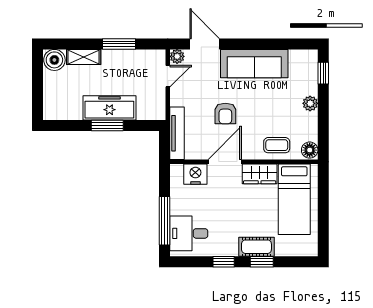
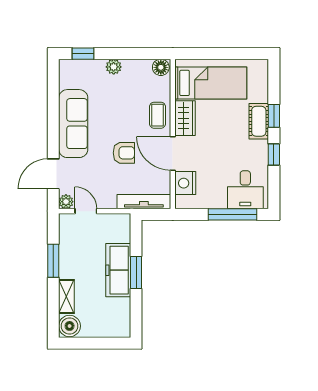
coffee table: (277, 145) -> (158, 115), moved

